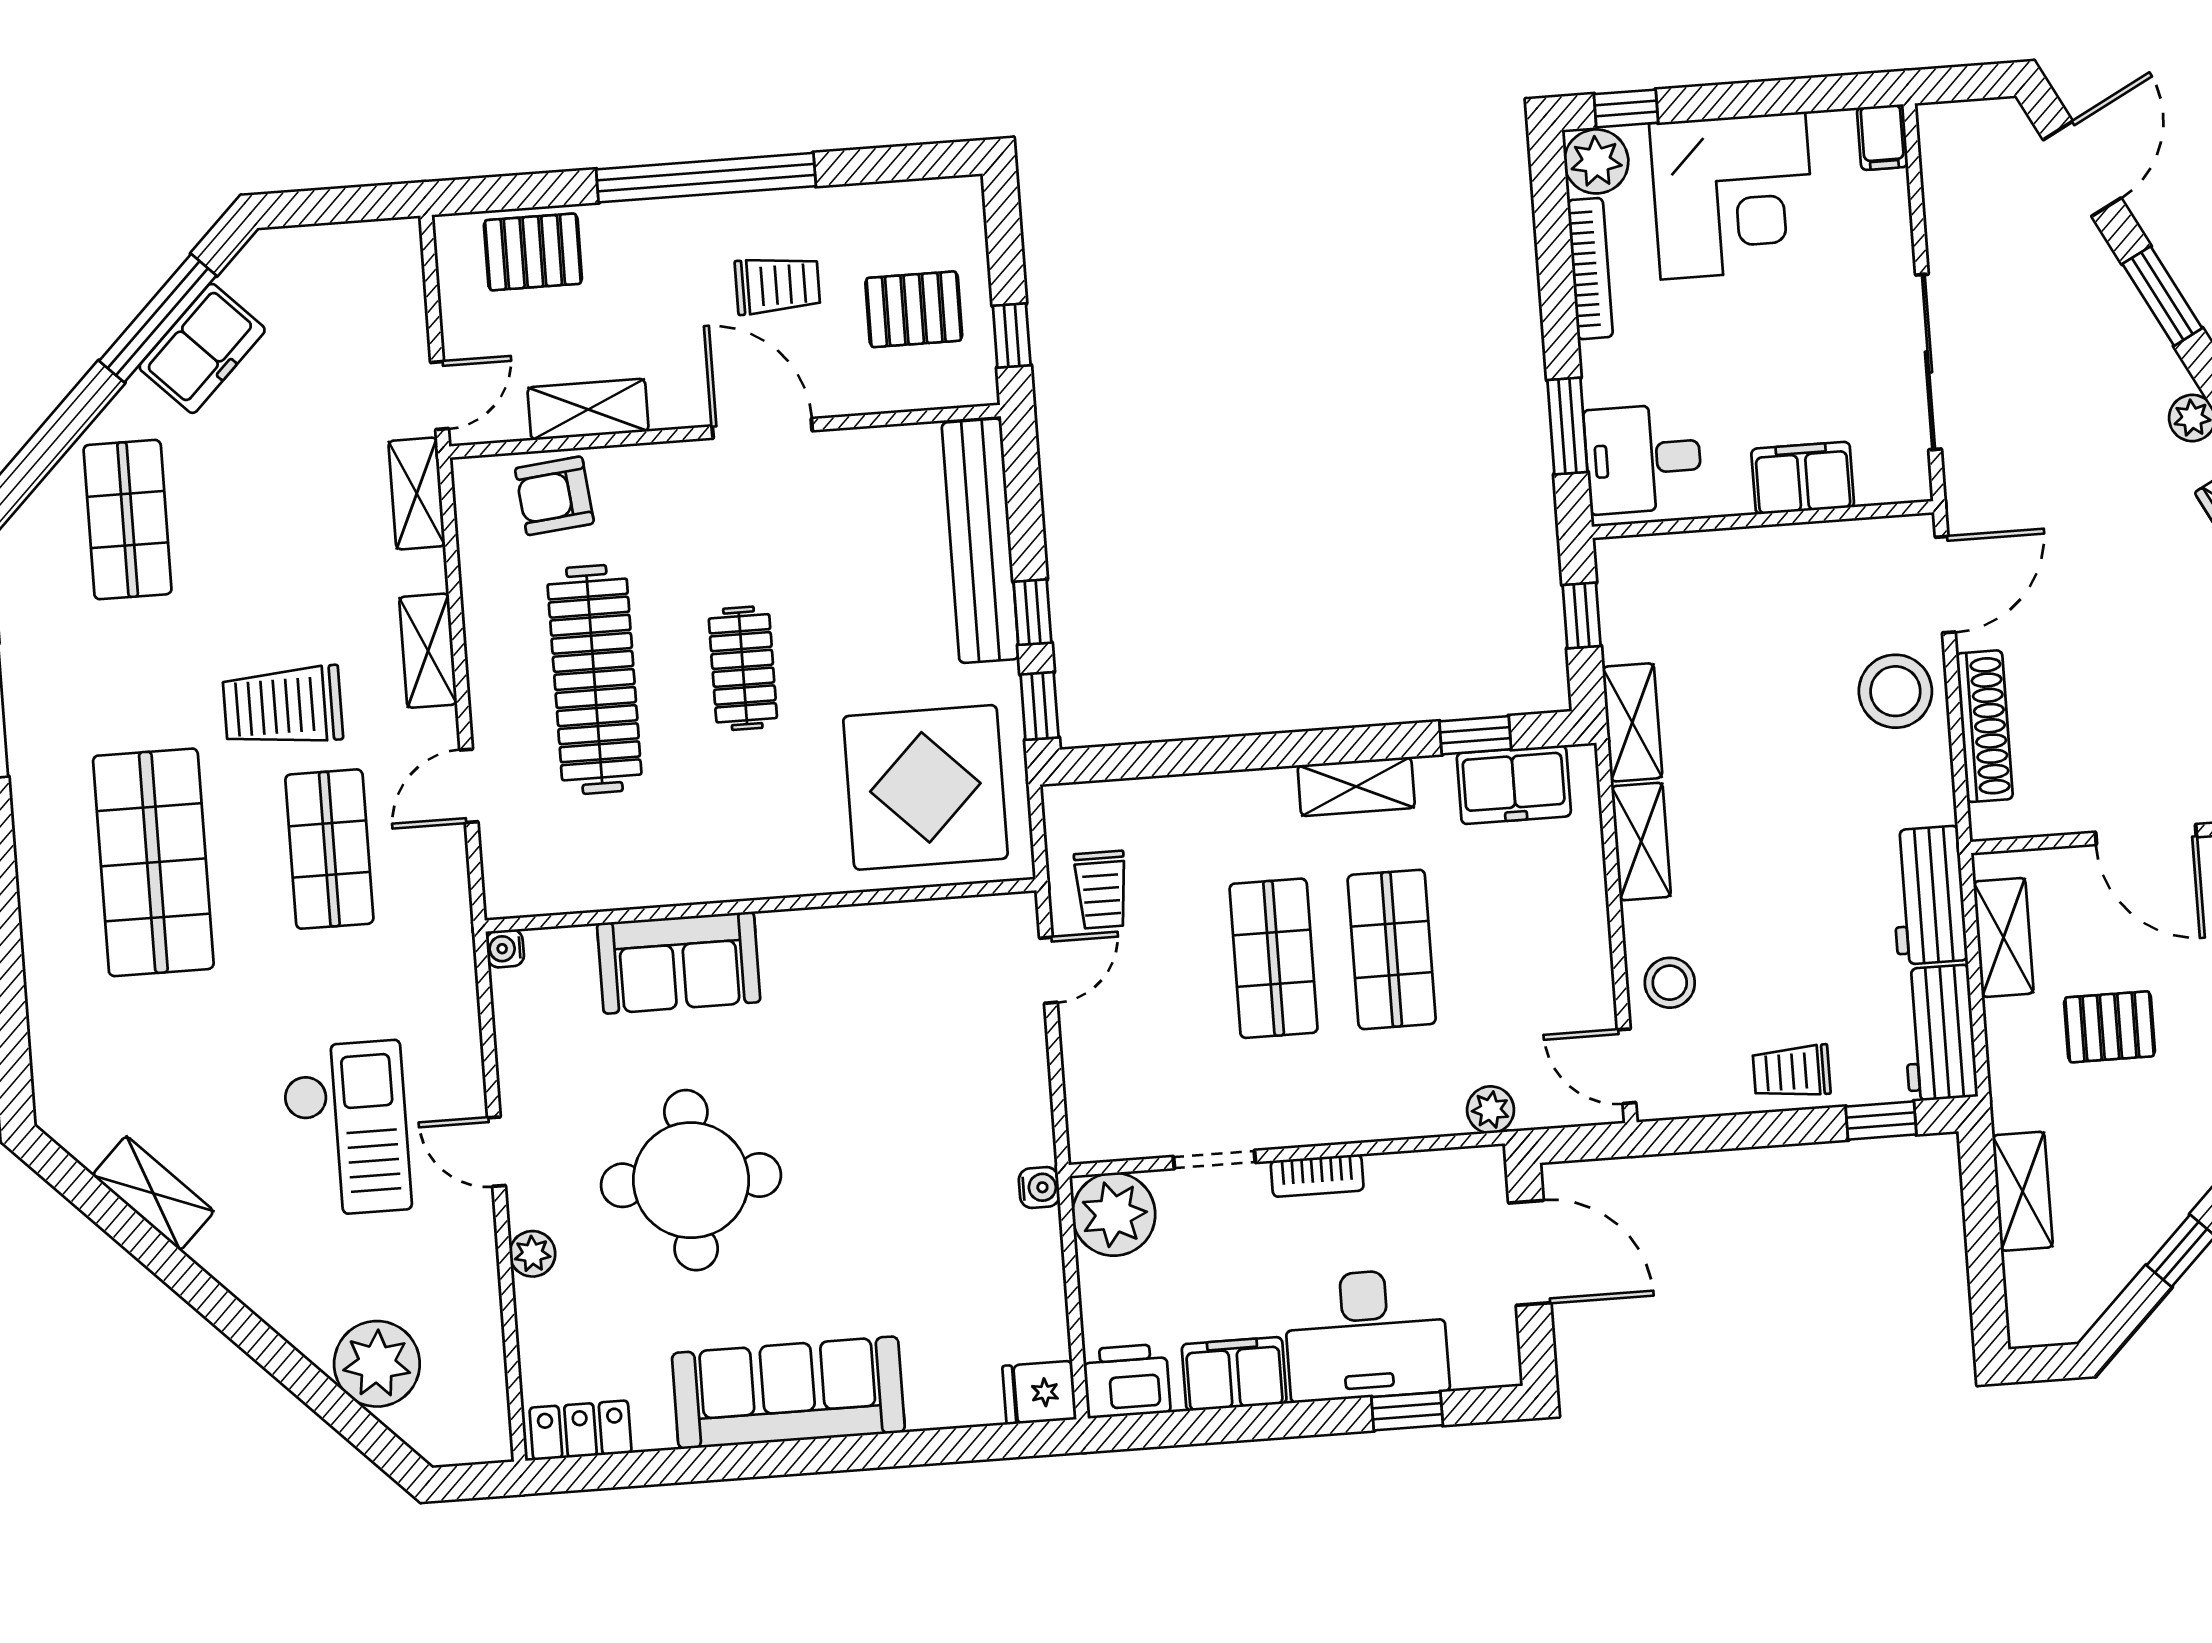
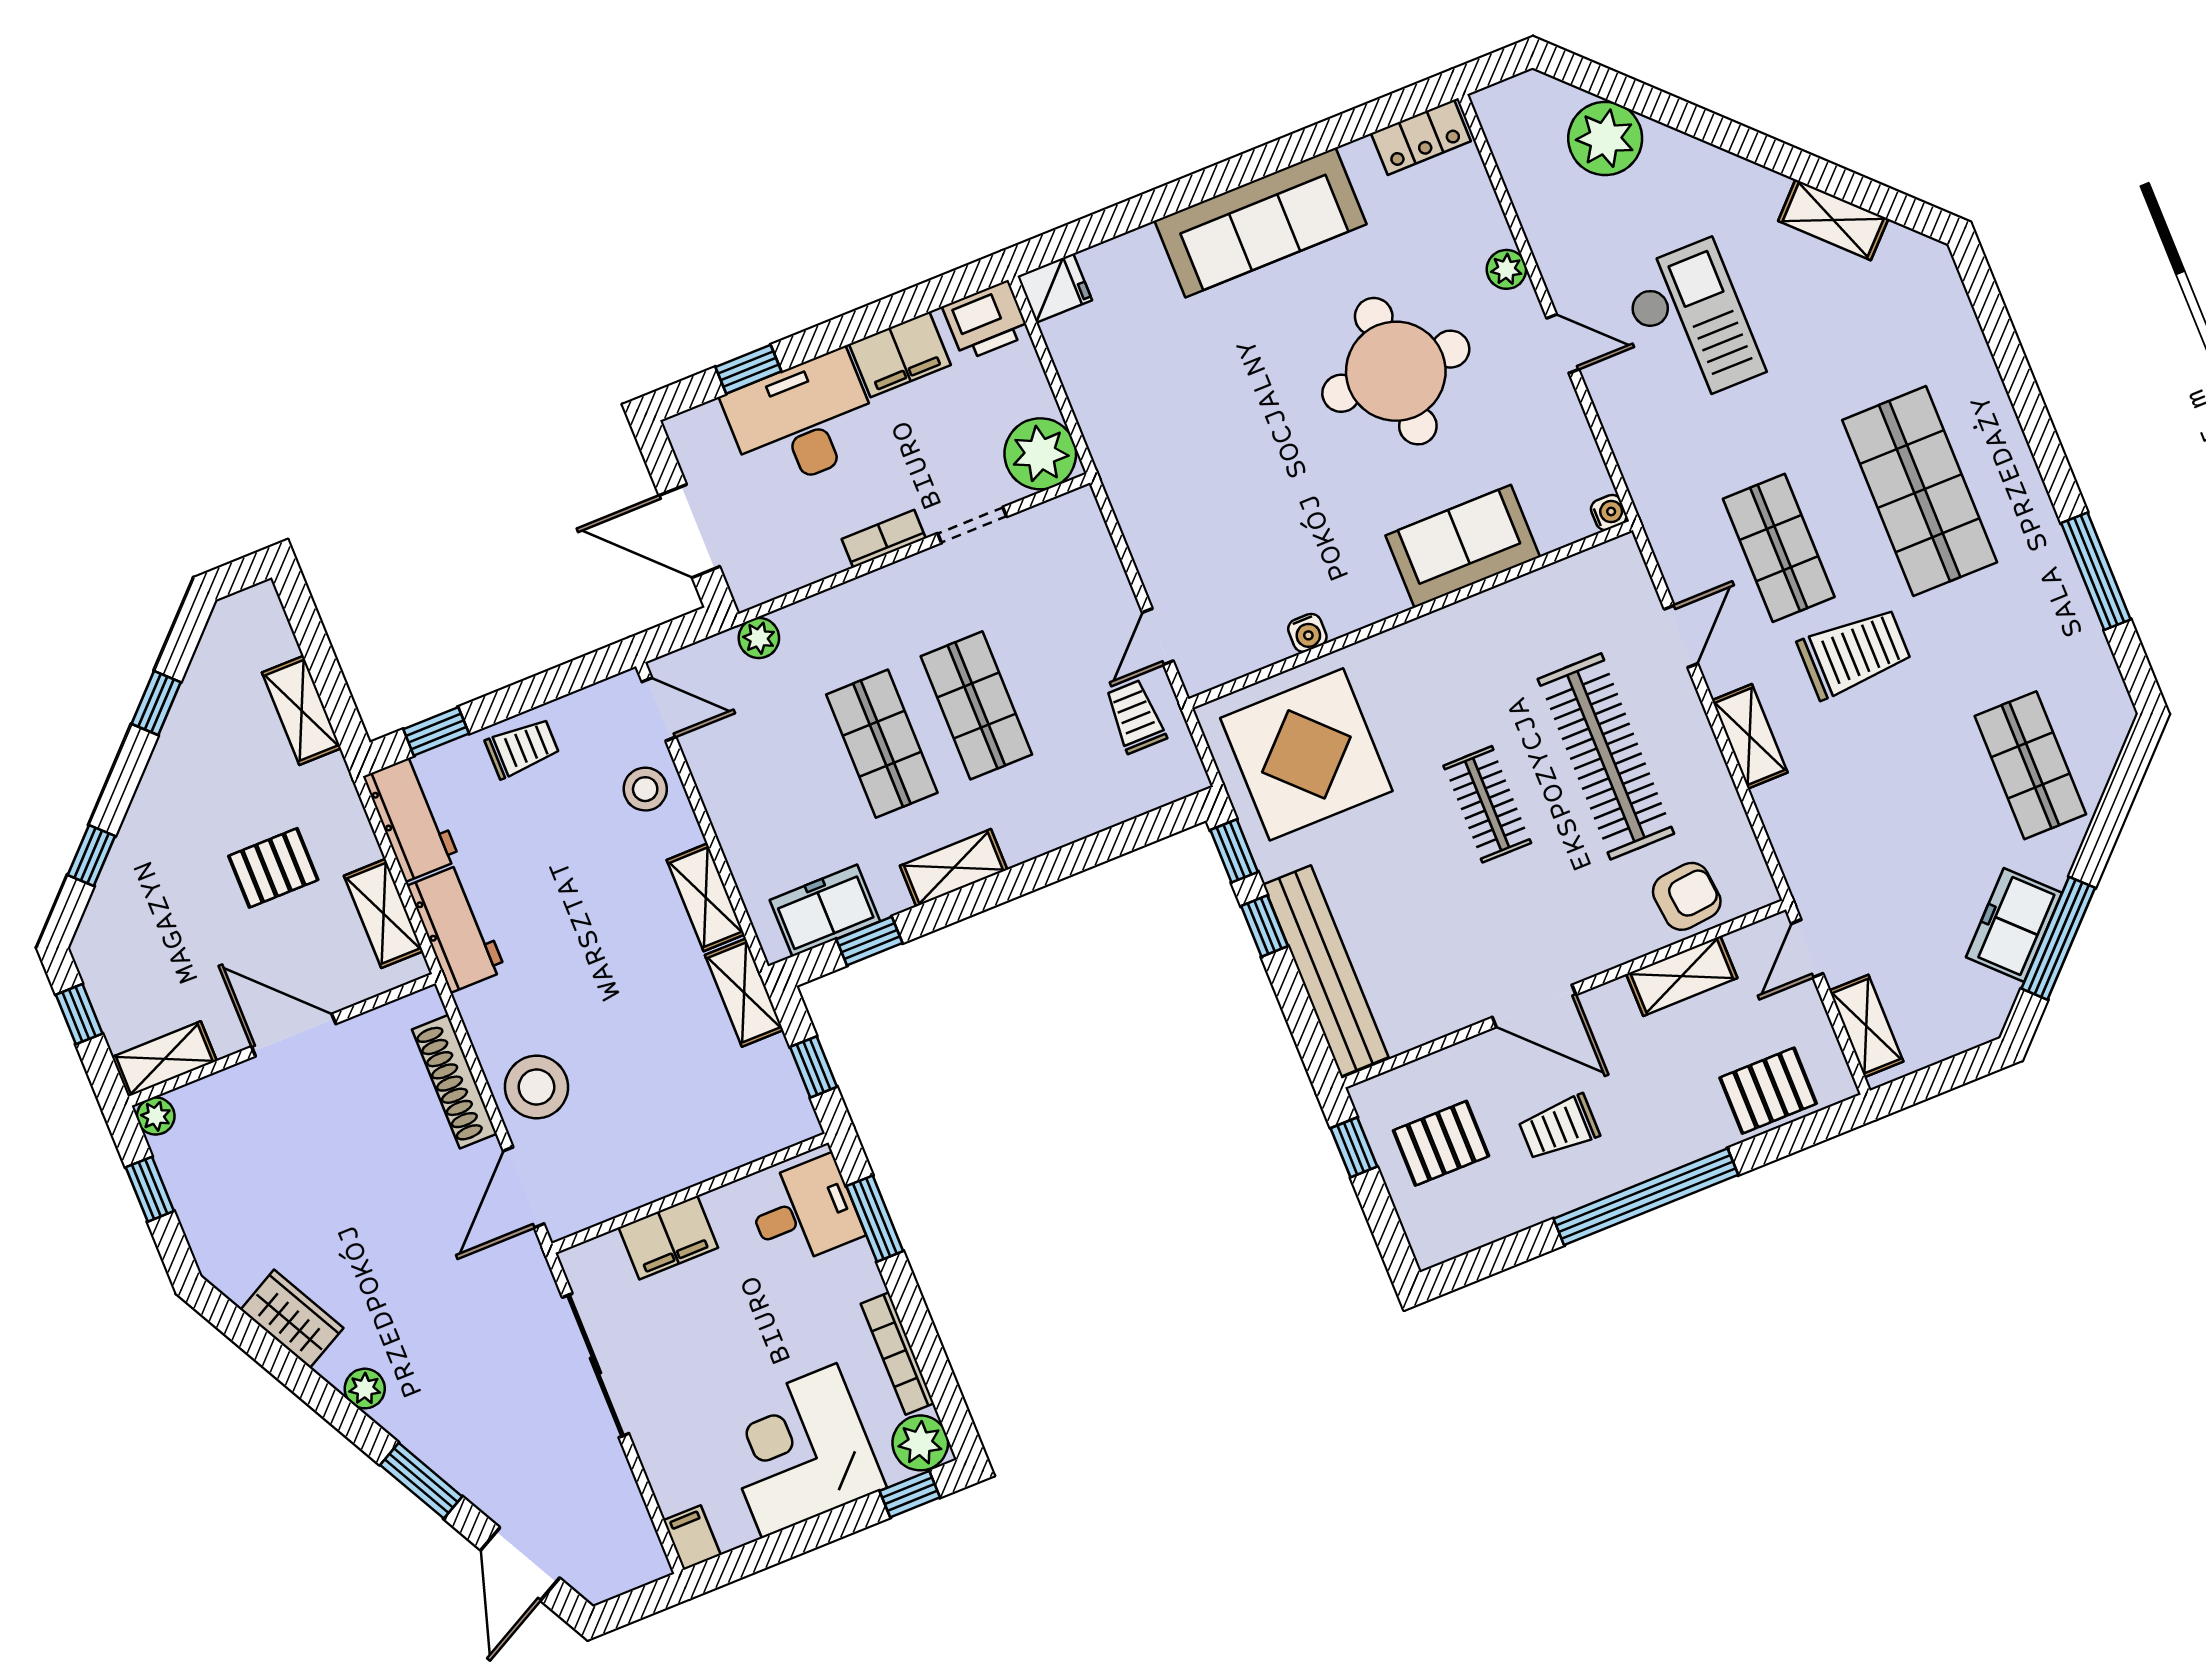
shelving: (417, 493) -> (1866, 1026), moved
checkout: (346, 1129) -> (1692, 323), turned 180
water cooler: (1039, 1188) -> (1307, 633), moved, turned -90

